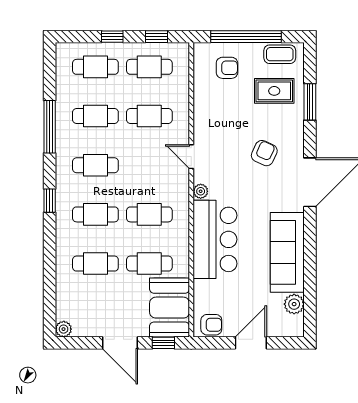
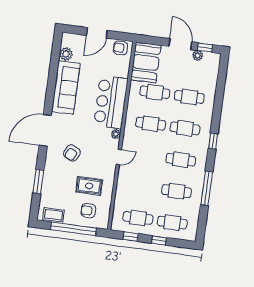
rug: (274, 91) -> (89, 186), moved
cafe table: (149, 116) -> (142, 187), removed
door: (191, 157) -> (119, 157), hinge flipped
plant: (64, 329) -> (198, 55), moved
window: (163, 343) -> (205, 47), moved

